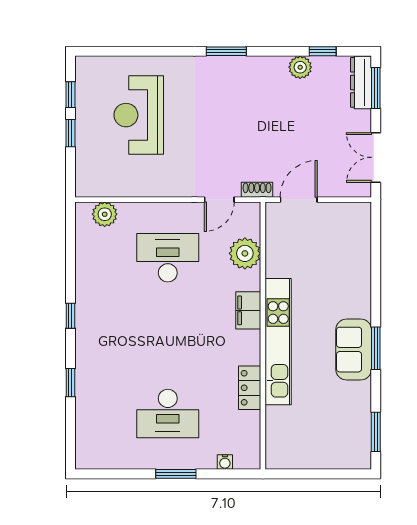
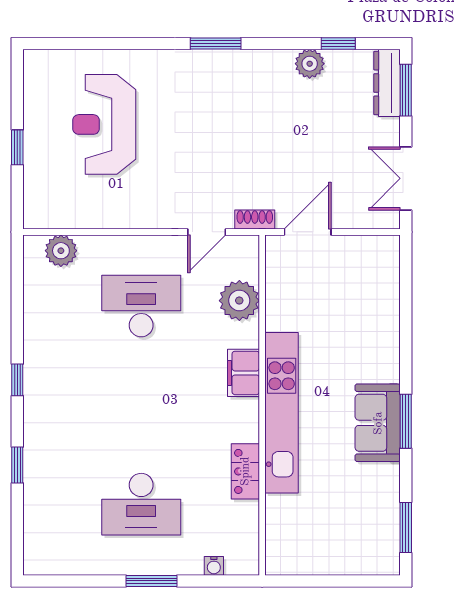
window: (70, 95) -> (17, 99), removed

